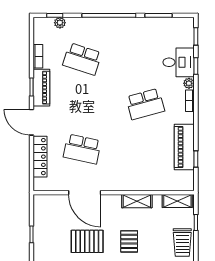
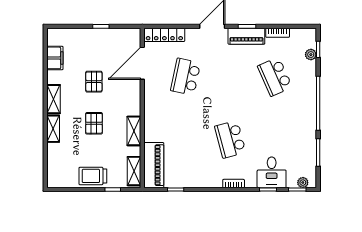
school desk: (82, 59) -> (275, 77), turned -42
plant: (189, 83) -> (303, 183), moved
piano: (184, 147) -> (154, 165), moved, turned 90
locker: (40, 157) -> (164, 35), moved
door: (85, 193) -> (142, 63), moved
pallet: (87, 241) -> (94, 82), width x0.67, depth x0.71
pallet: (129, 241) -> (94, 123), turned 90

